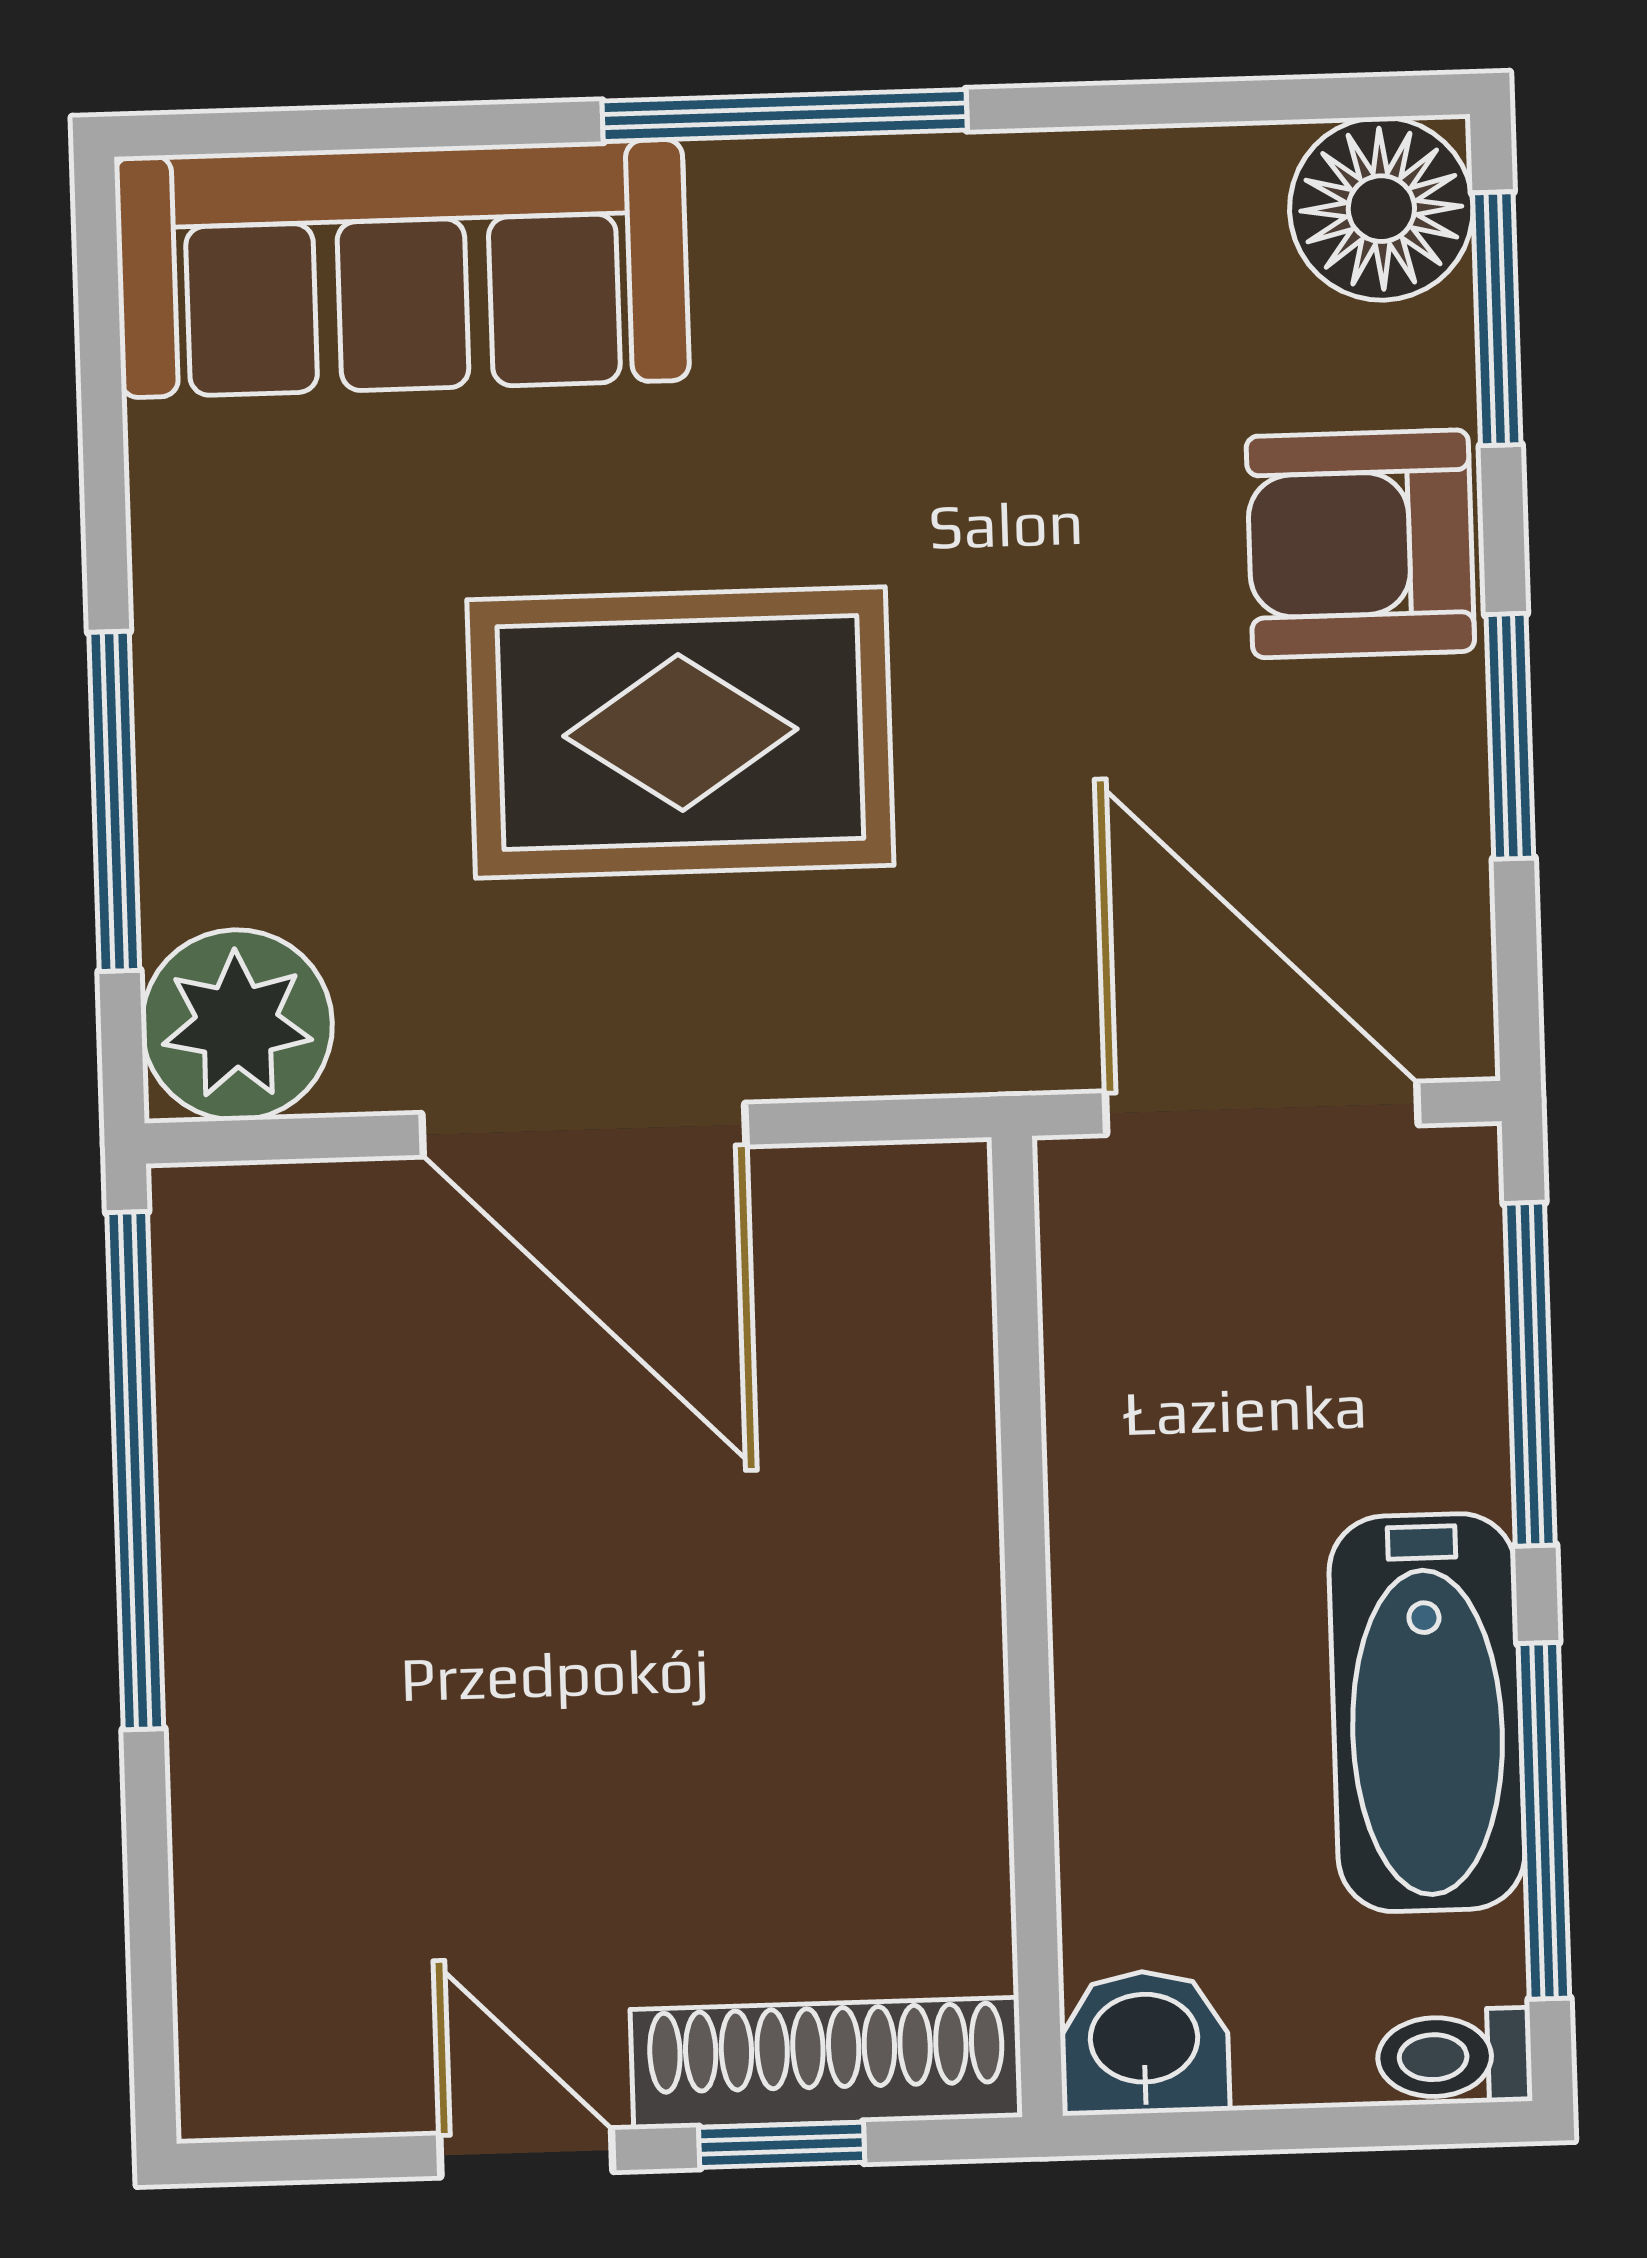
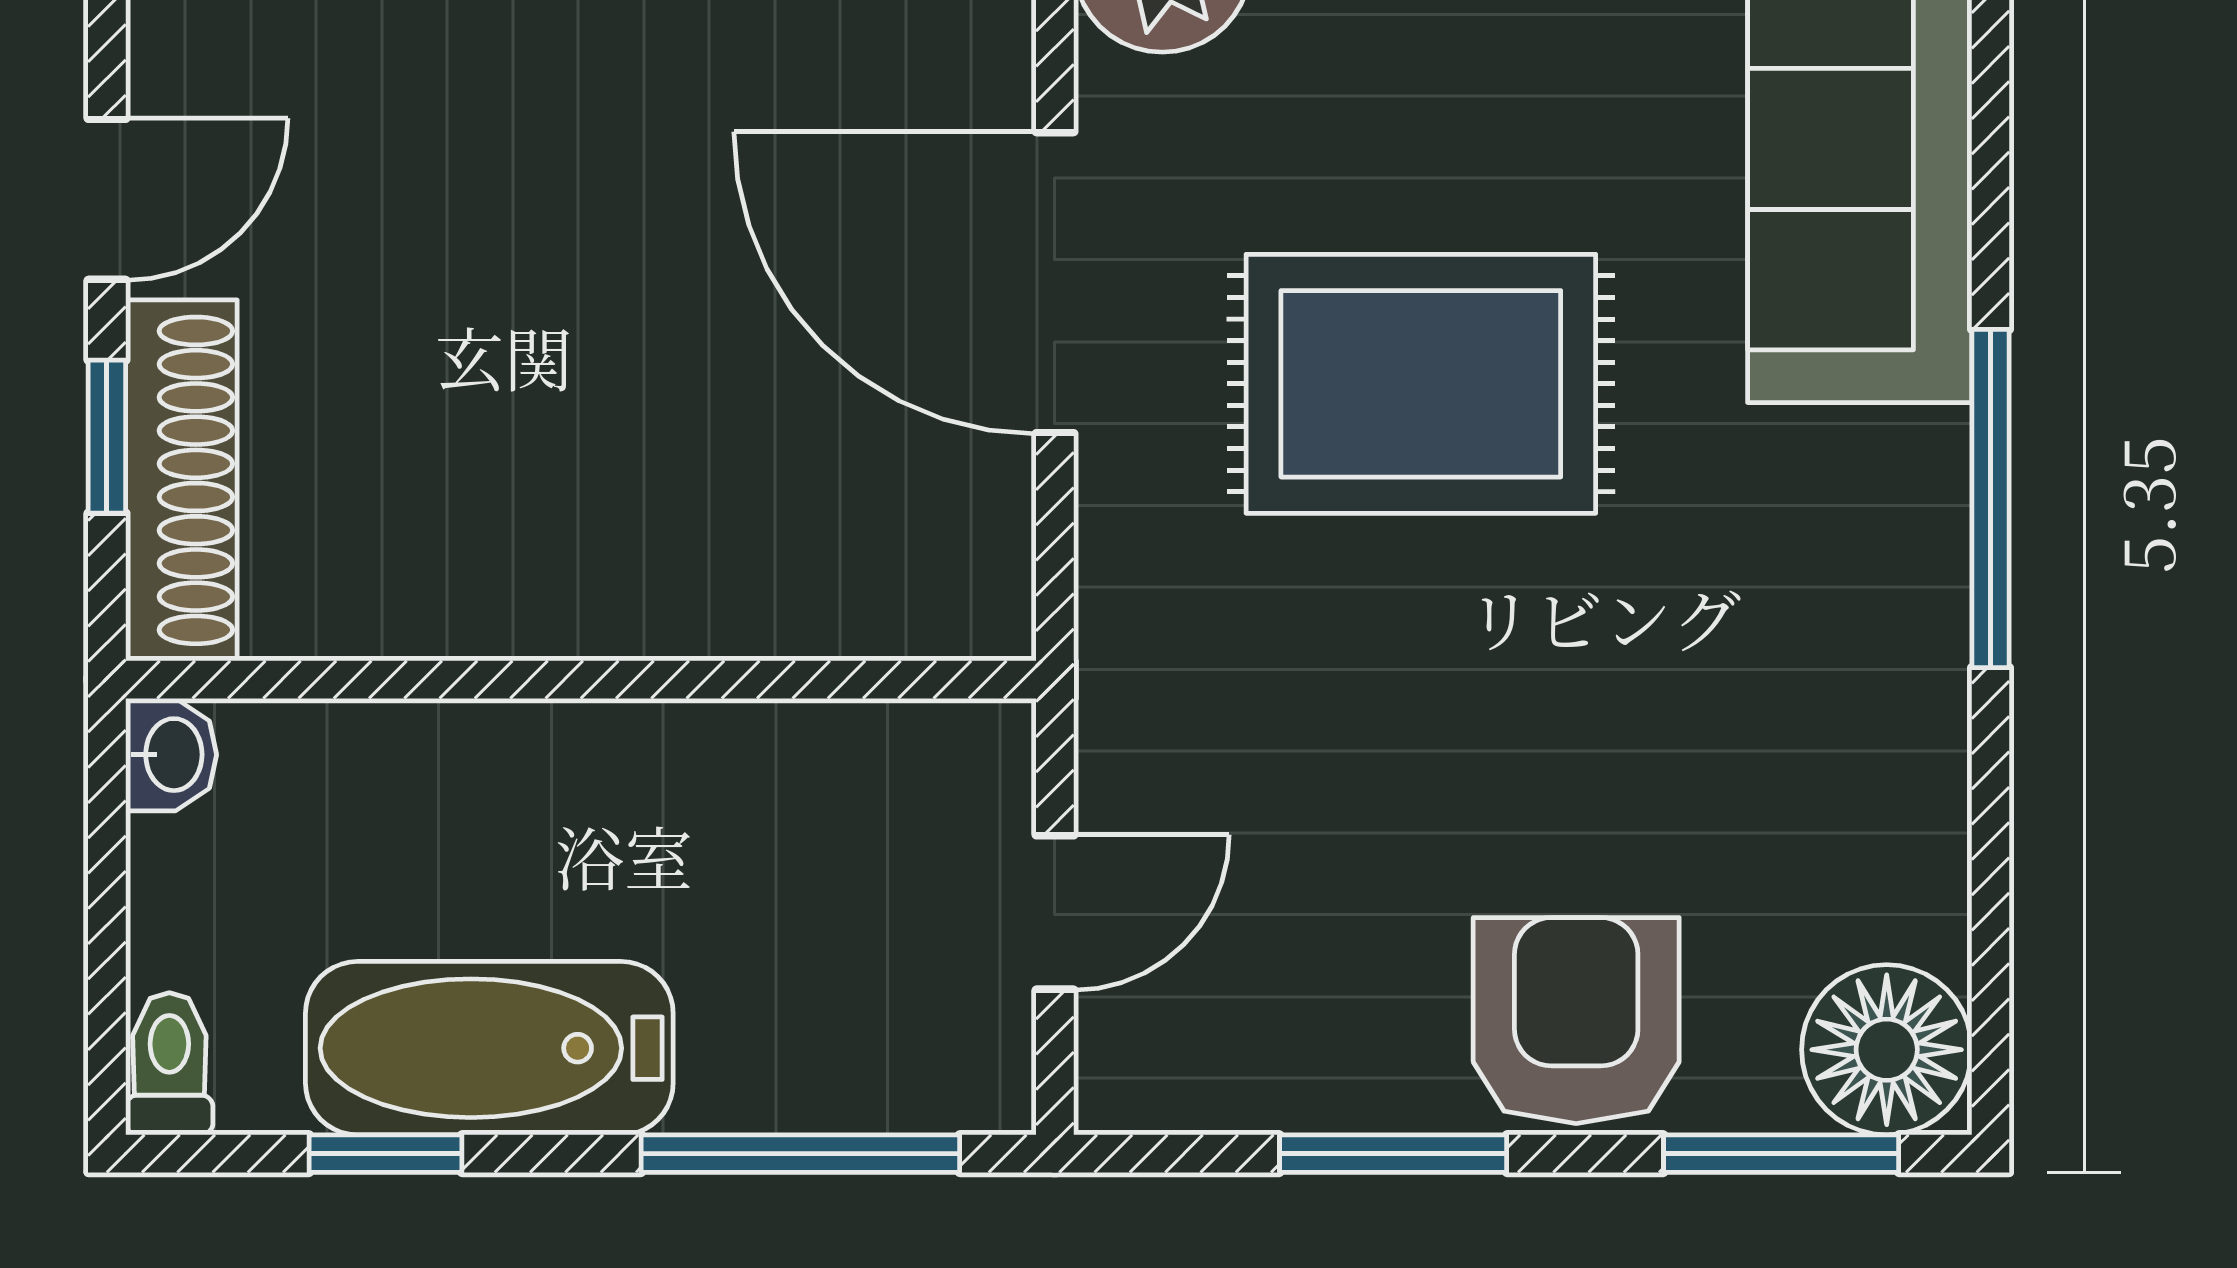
rug: (680, 733) -> (1421, 384), turned 90
door: (1262, 1108) -> (1055, 912), width x0.53
door: (584, 1130) -> (1055, 283), hinge flipped
window: (1544, 1821) -> (385, 1154), width x0.46
washbasin: (1144, 2042) -> (171, 755), width x0.72, depth x0.69

